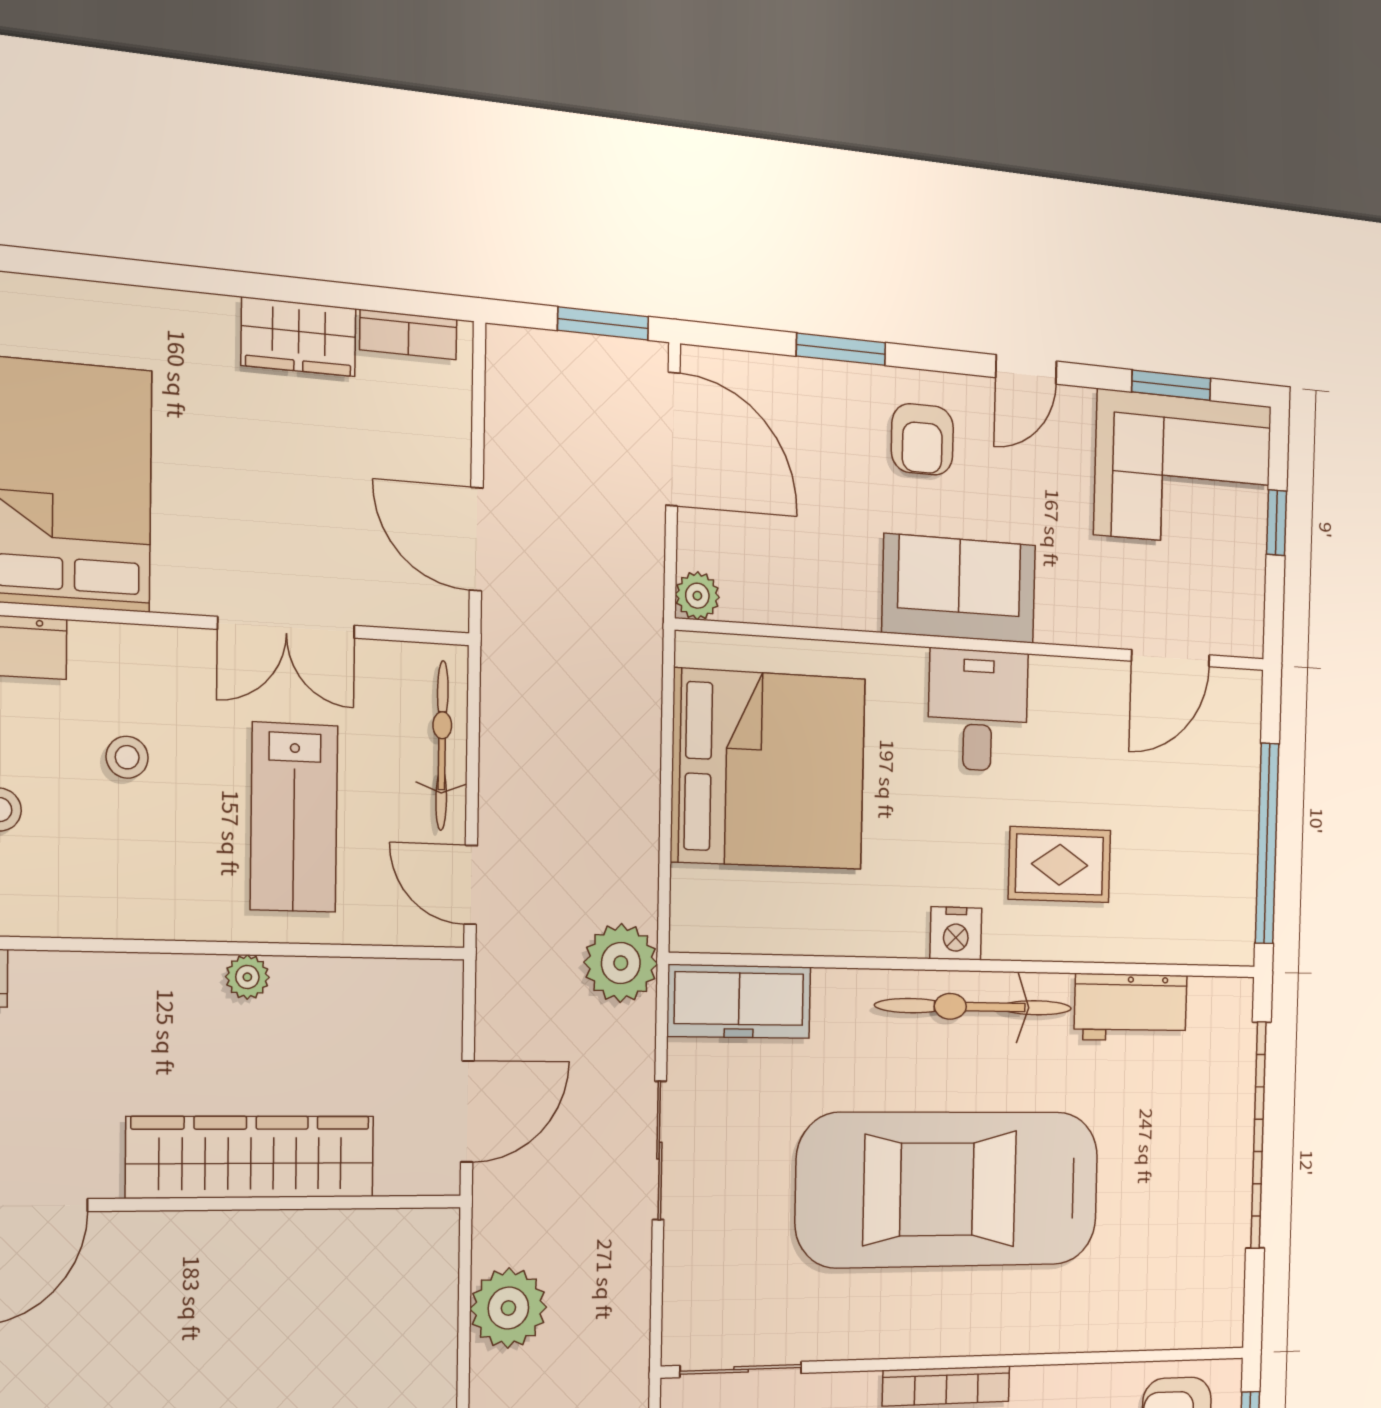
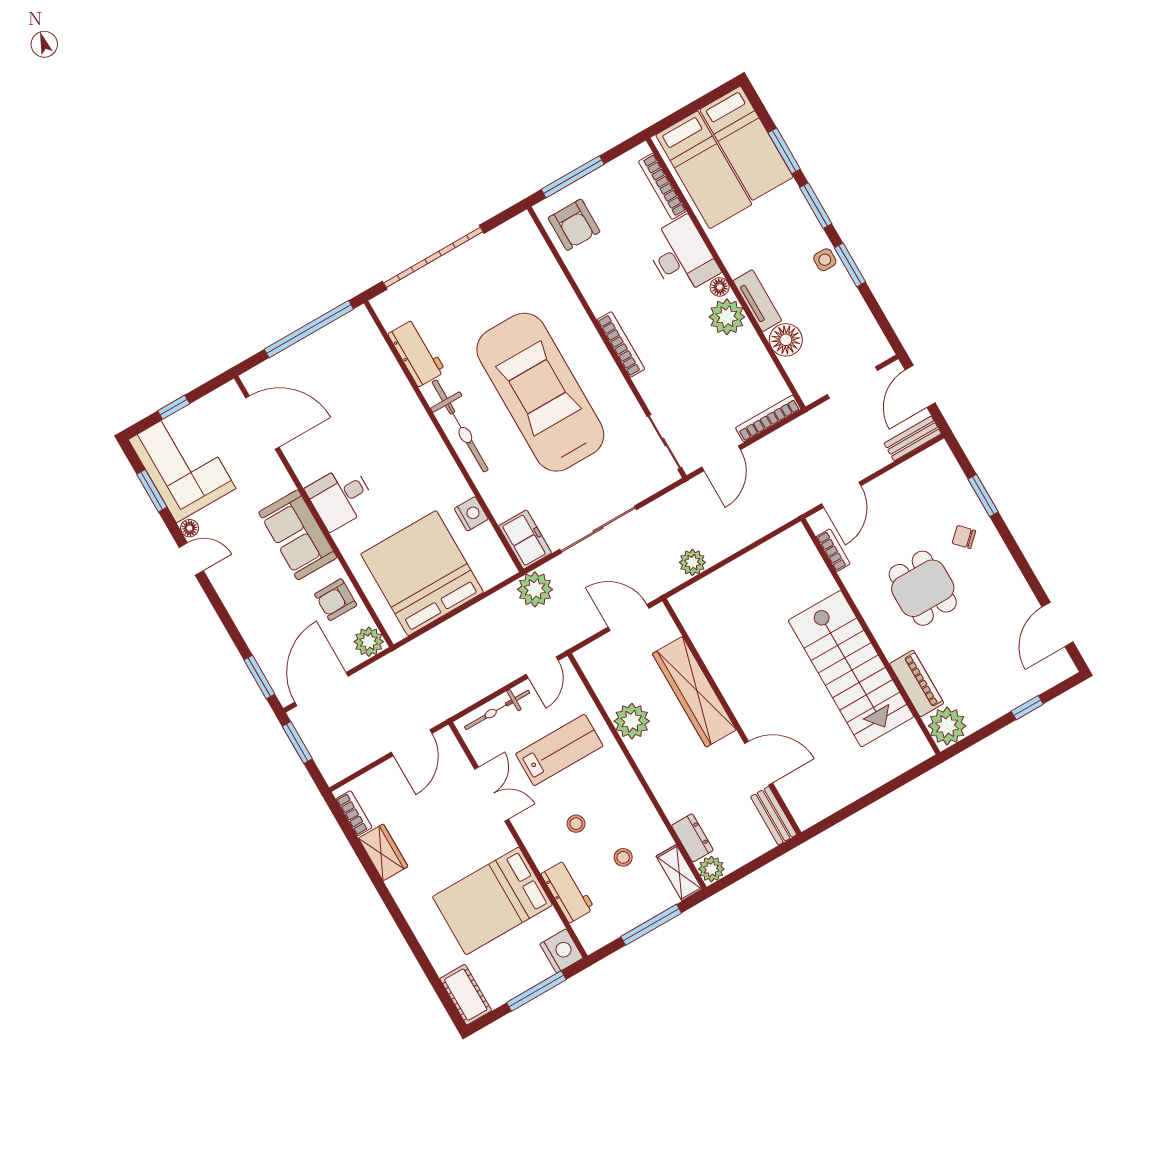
window: (841, 349) -> (259, 677), moved
floor lamp: (1077, 405) -> (190, 528), added
armchair: (922, 439) -> (336, 600), moved, turned 180
plant: (697, 596) -> (369, 642), width x1.38, depth x1.38
door: (1171, 658) -> (262, 423), width x1.36
rug: (1060, 865) -> (379, 422), removed
nightstand: (956, 933) -> (471, 514), moved
plant: (247, 977) -> (632, 721), width x1.88, depth x1.88
freezer: (739, 1002) -> (525, 539), width x0.71
sliding door: (659, 1151) -> (598, 529), width x1.37
car: (949, 1189) -> (540, 392), turned 180
plant: (508, 1308) -> (692, 562), width x0.73, depth x0.73

